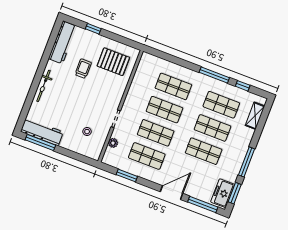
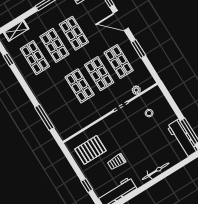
pallet: (113, 62) -> (91, 150), turned 90
window: (214, 75) -> (44, 117), moved
shop shelf: (173, 86) -> (60, 98), removed
window: (127, 175) -> (138, 49), moved

